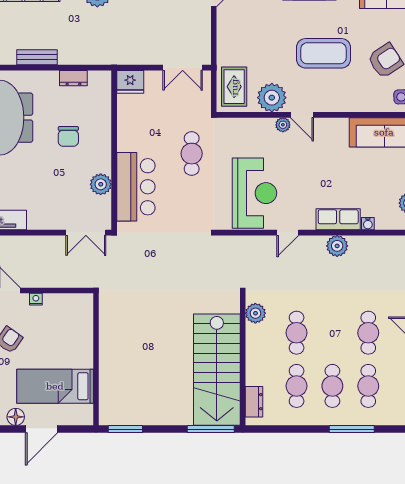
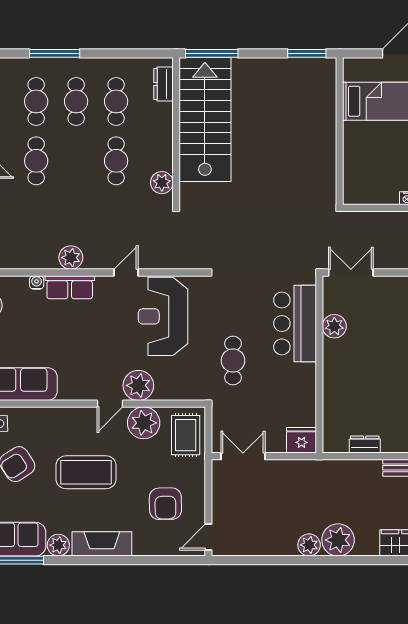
armchair: (252, 25) -> (165, 504), added
door: (302, 115) -> (110, 404), swing flipped
plant: (283, 125) -> (138, 385), width x1.87, depth x1.87
chair: (68, 136) -> (370, 380), removed

